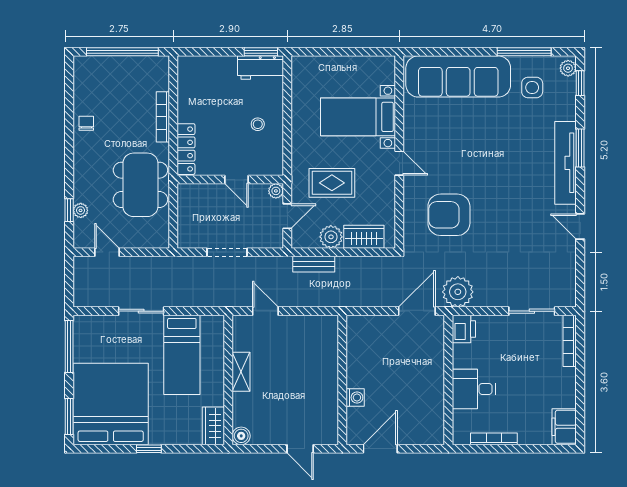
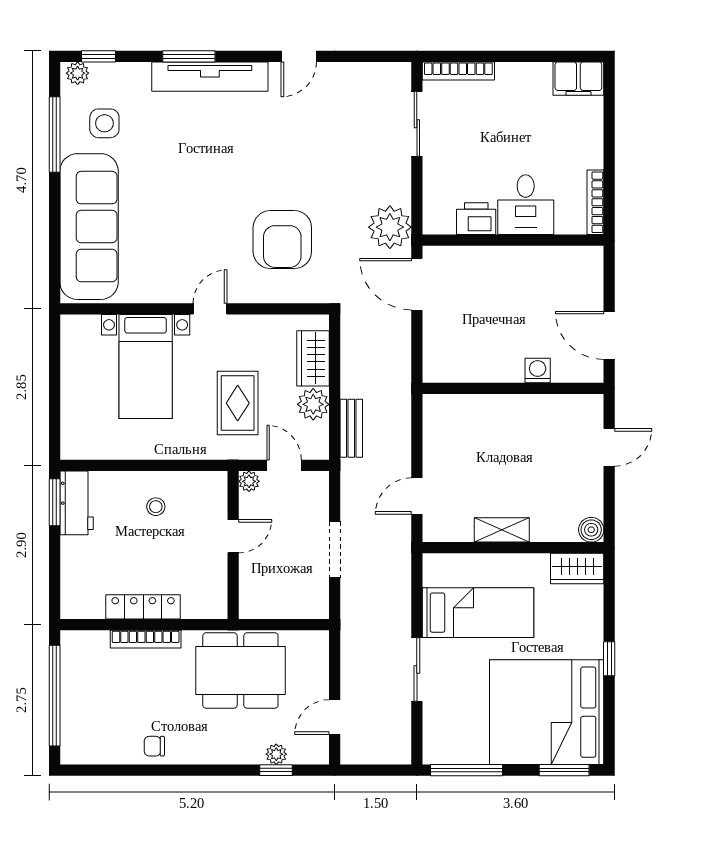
locker: (186, 149) -> (143, 607), moved
printer: (464, 329) -> (476, 219), moved
bookcase: (494, 439) -> (595, 202), moved

